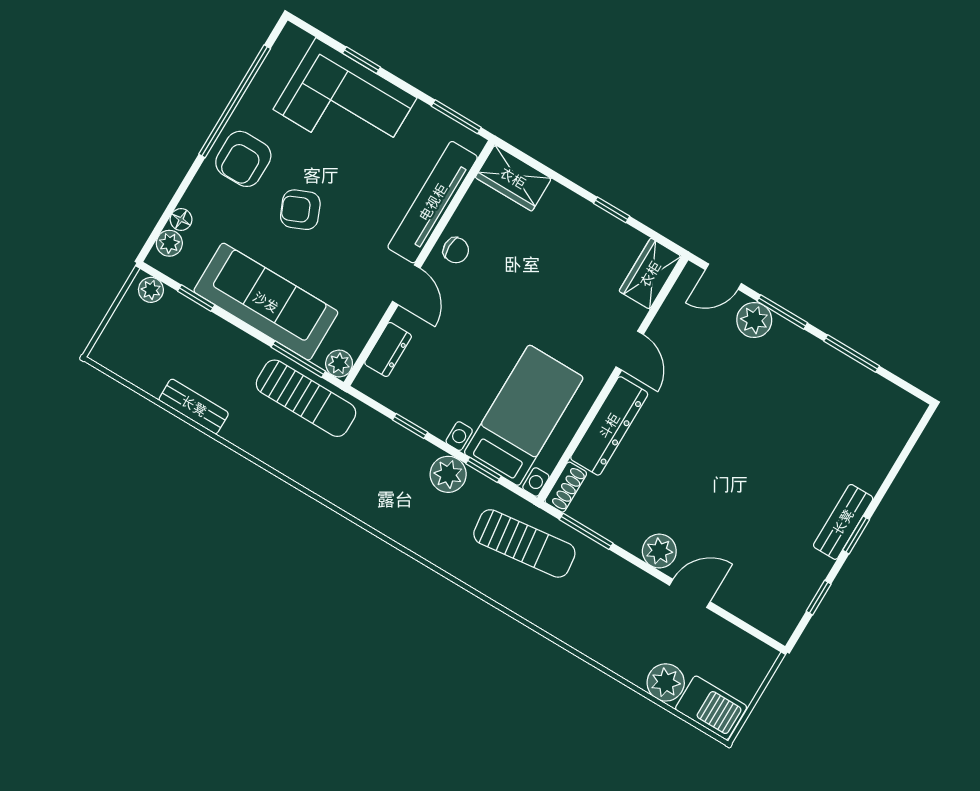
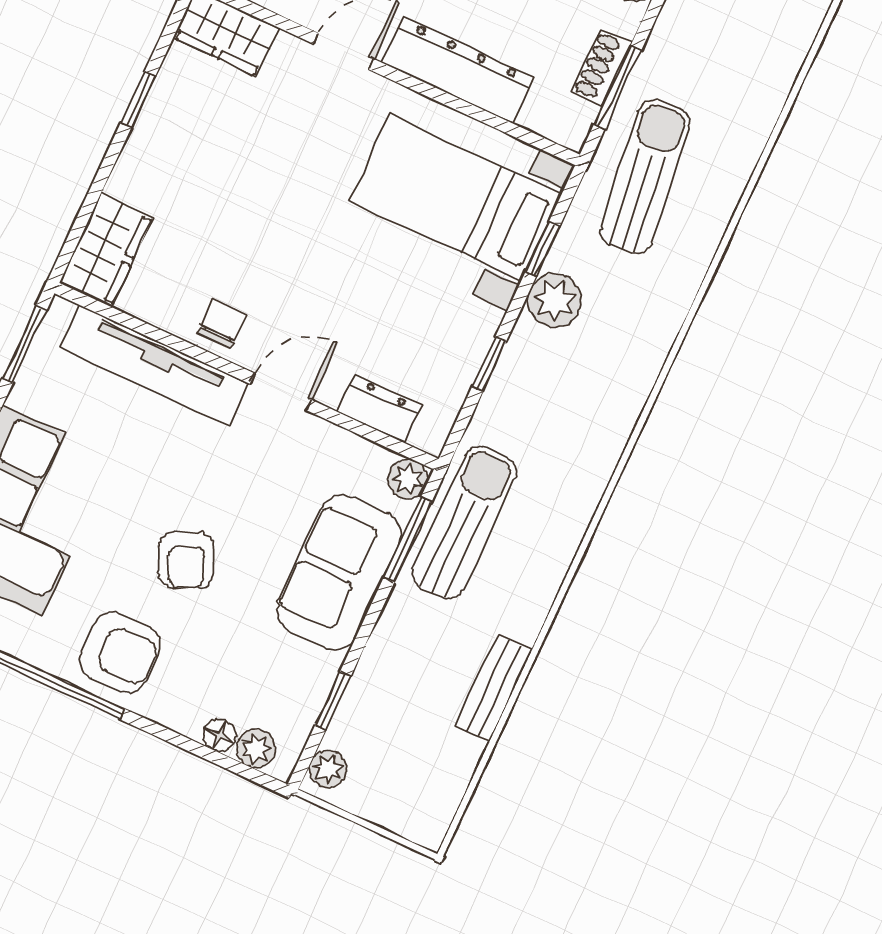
sofa: (266, 302) -> (339, 573), width x0.73
shoe rack: (566, 487) -> (602, 67), moved, turned -90

